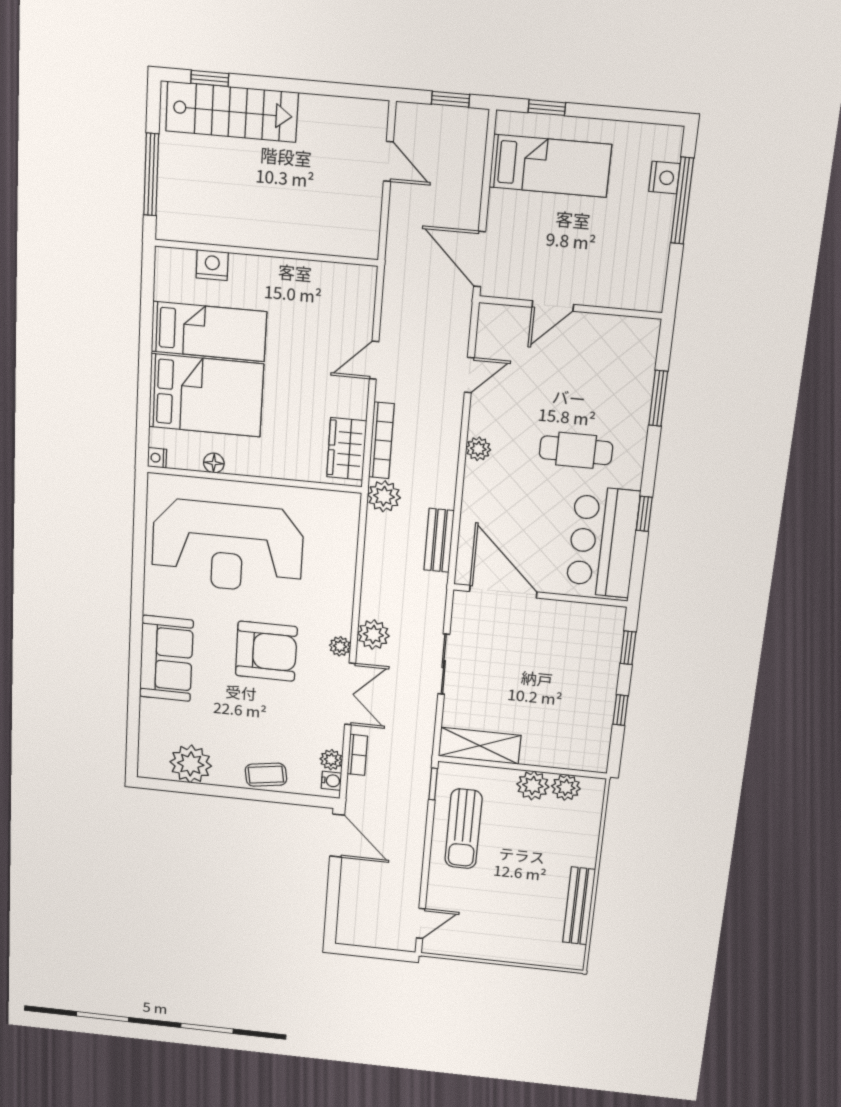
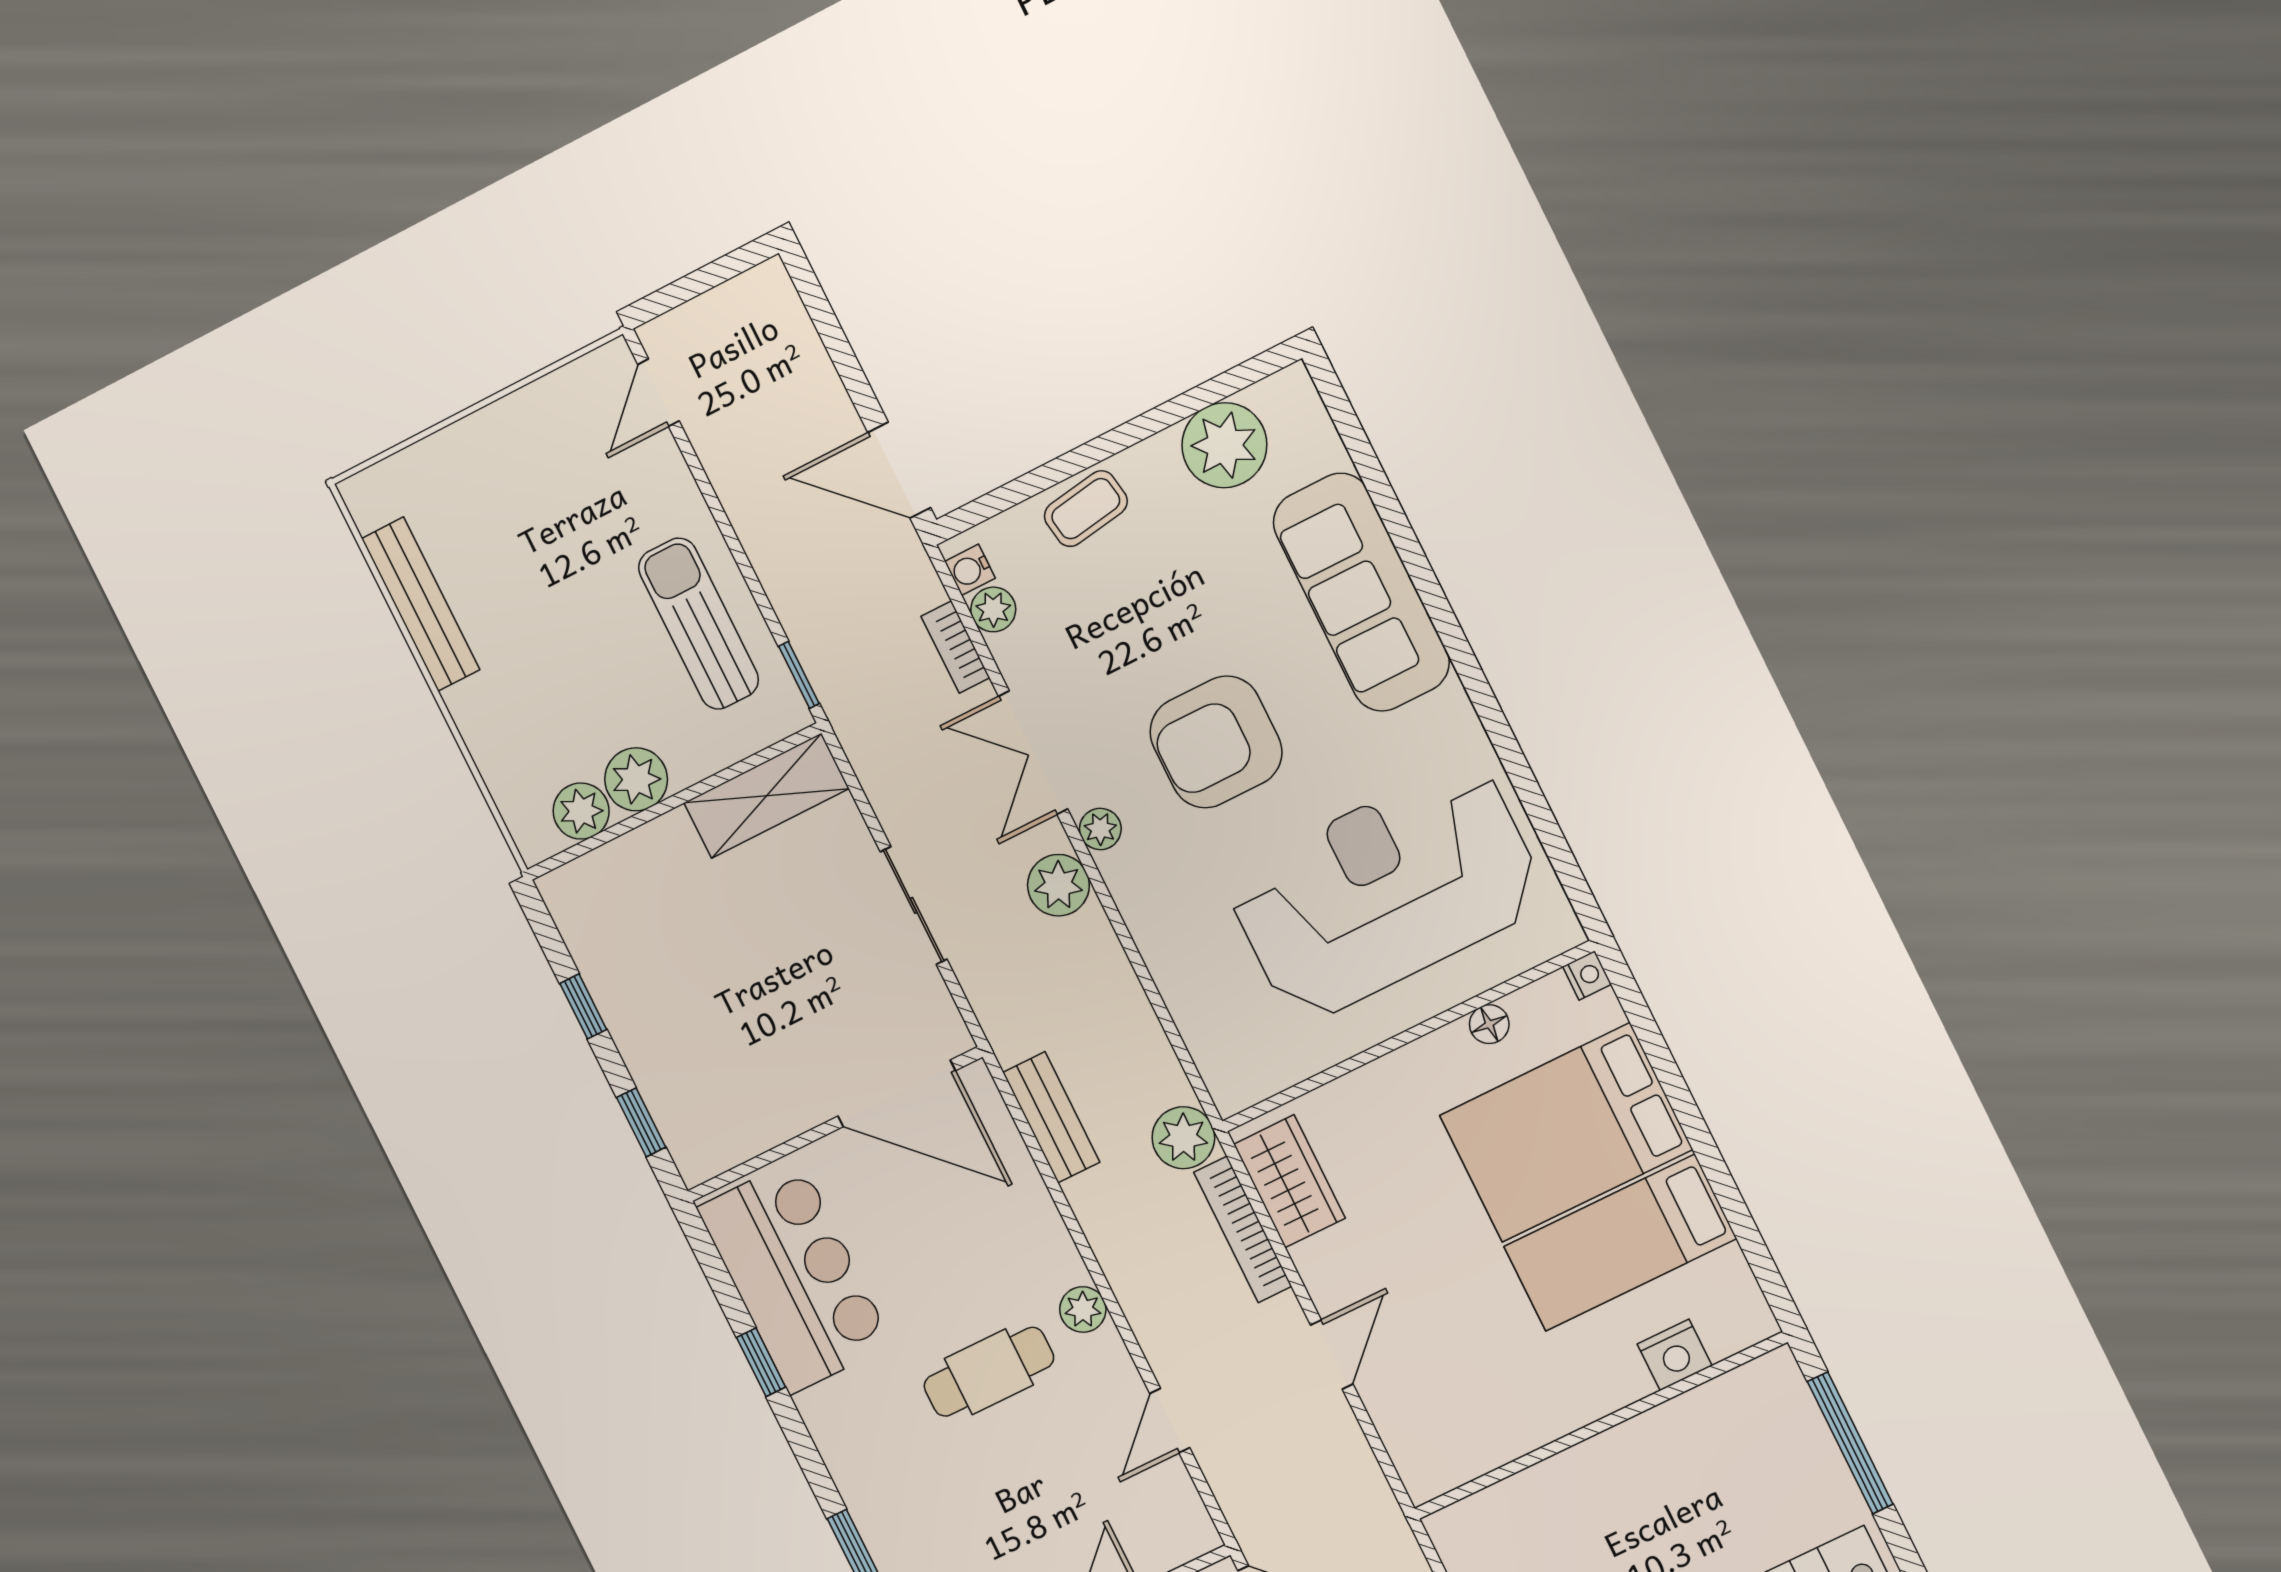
cafe table: (576, 450) -> (989, 1372), moved
sofa: (166, 658) -> (1361, 592), width x1.36

